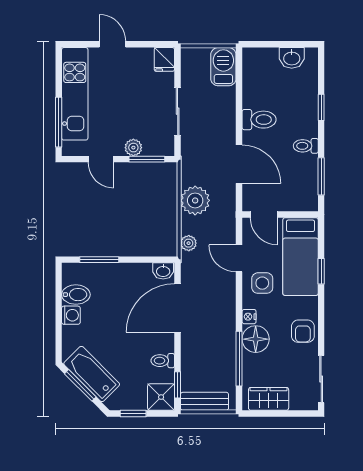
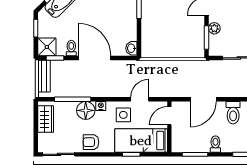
plant: (195, 200) -> (179, 70), removed
plant: (189, 243) -> (150, 65), removed
door: (178, 308) -> (95, 58), moved

